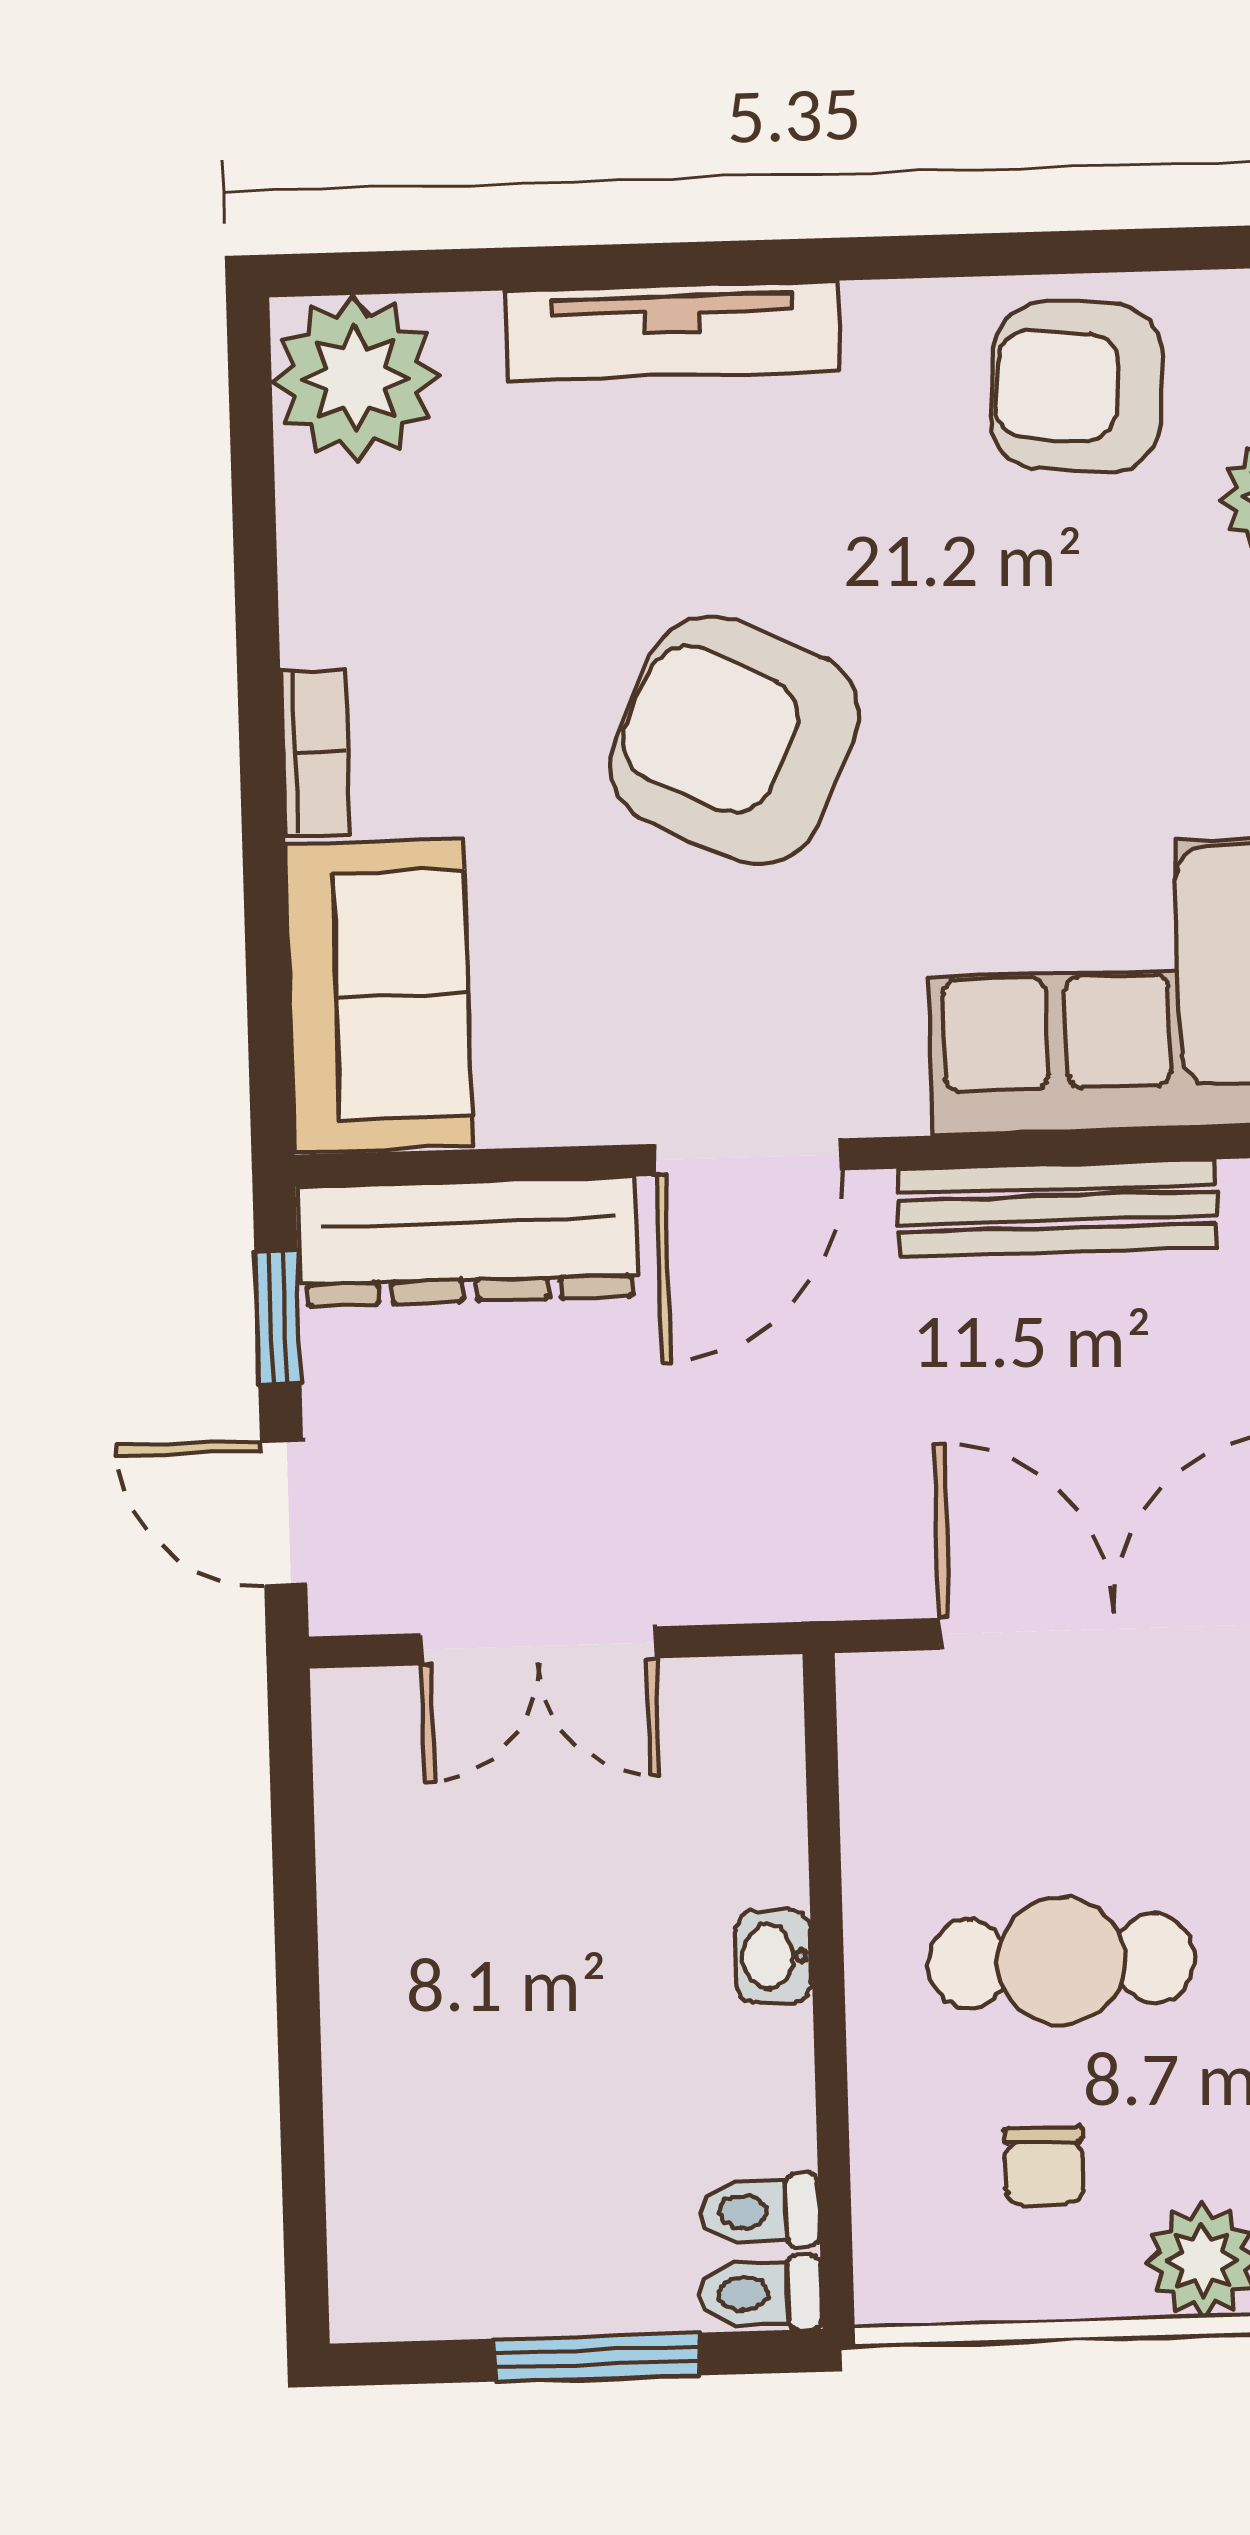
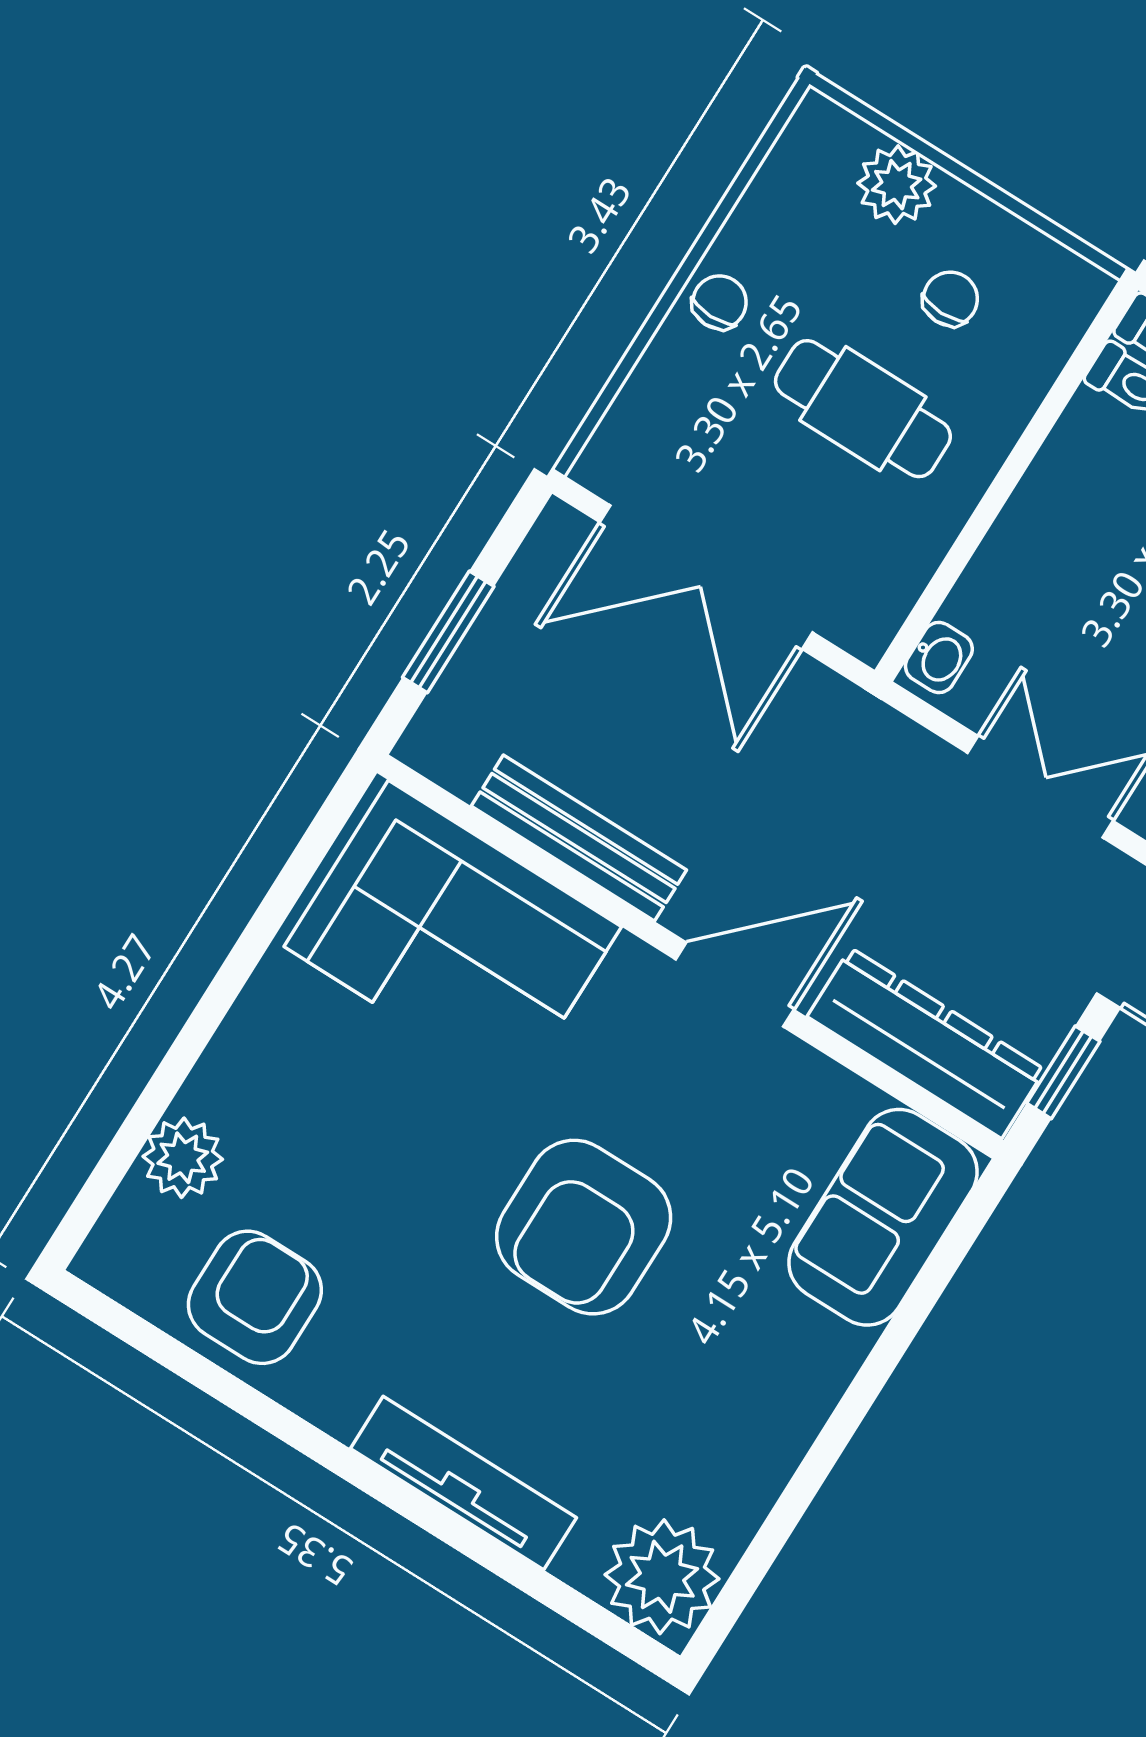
armchair: (1077, 387) -> (255, 1297), turned -94
armchair: (735, 740) -> (584, 1227), turned 65
bookcase: (315, 752) -> (827, 1379), removed
washbasin: (773, 1956) -> (939, 658), moved

